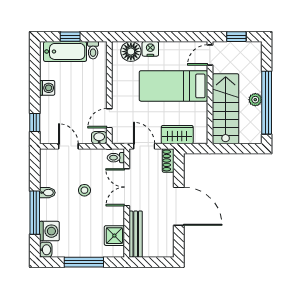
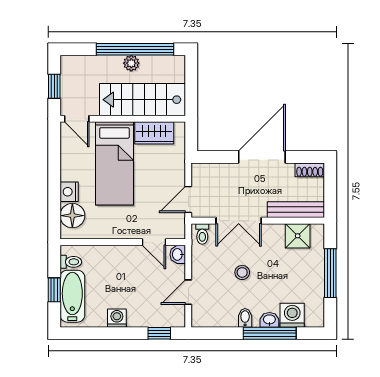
wardrobe: (177, 135) -> (154, 133), moved, turned -90
shoe rack: (168, 160) -> (310, 170), moved
washbasin: (46, 250) -> (269, 320), moved

